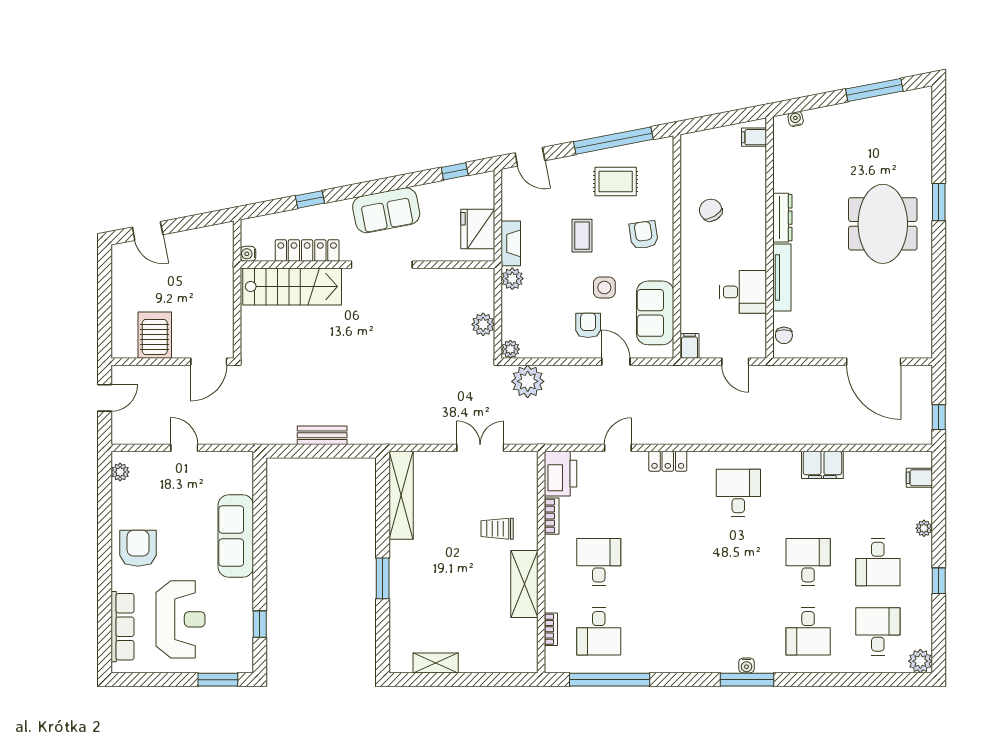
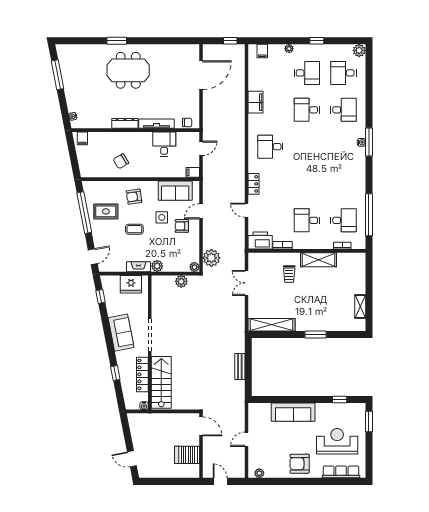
rug: (616, 181) -> (106, 211), turned 90
door: (148, 231) -> (132, 459), swing flipped

